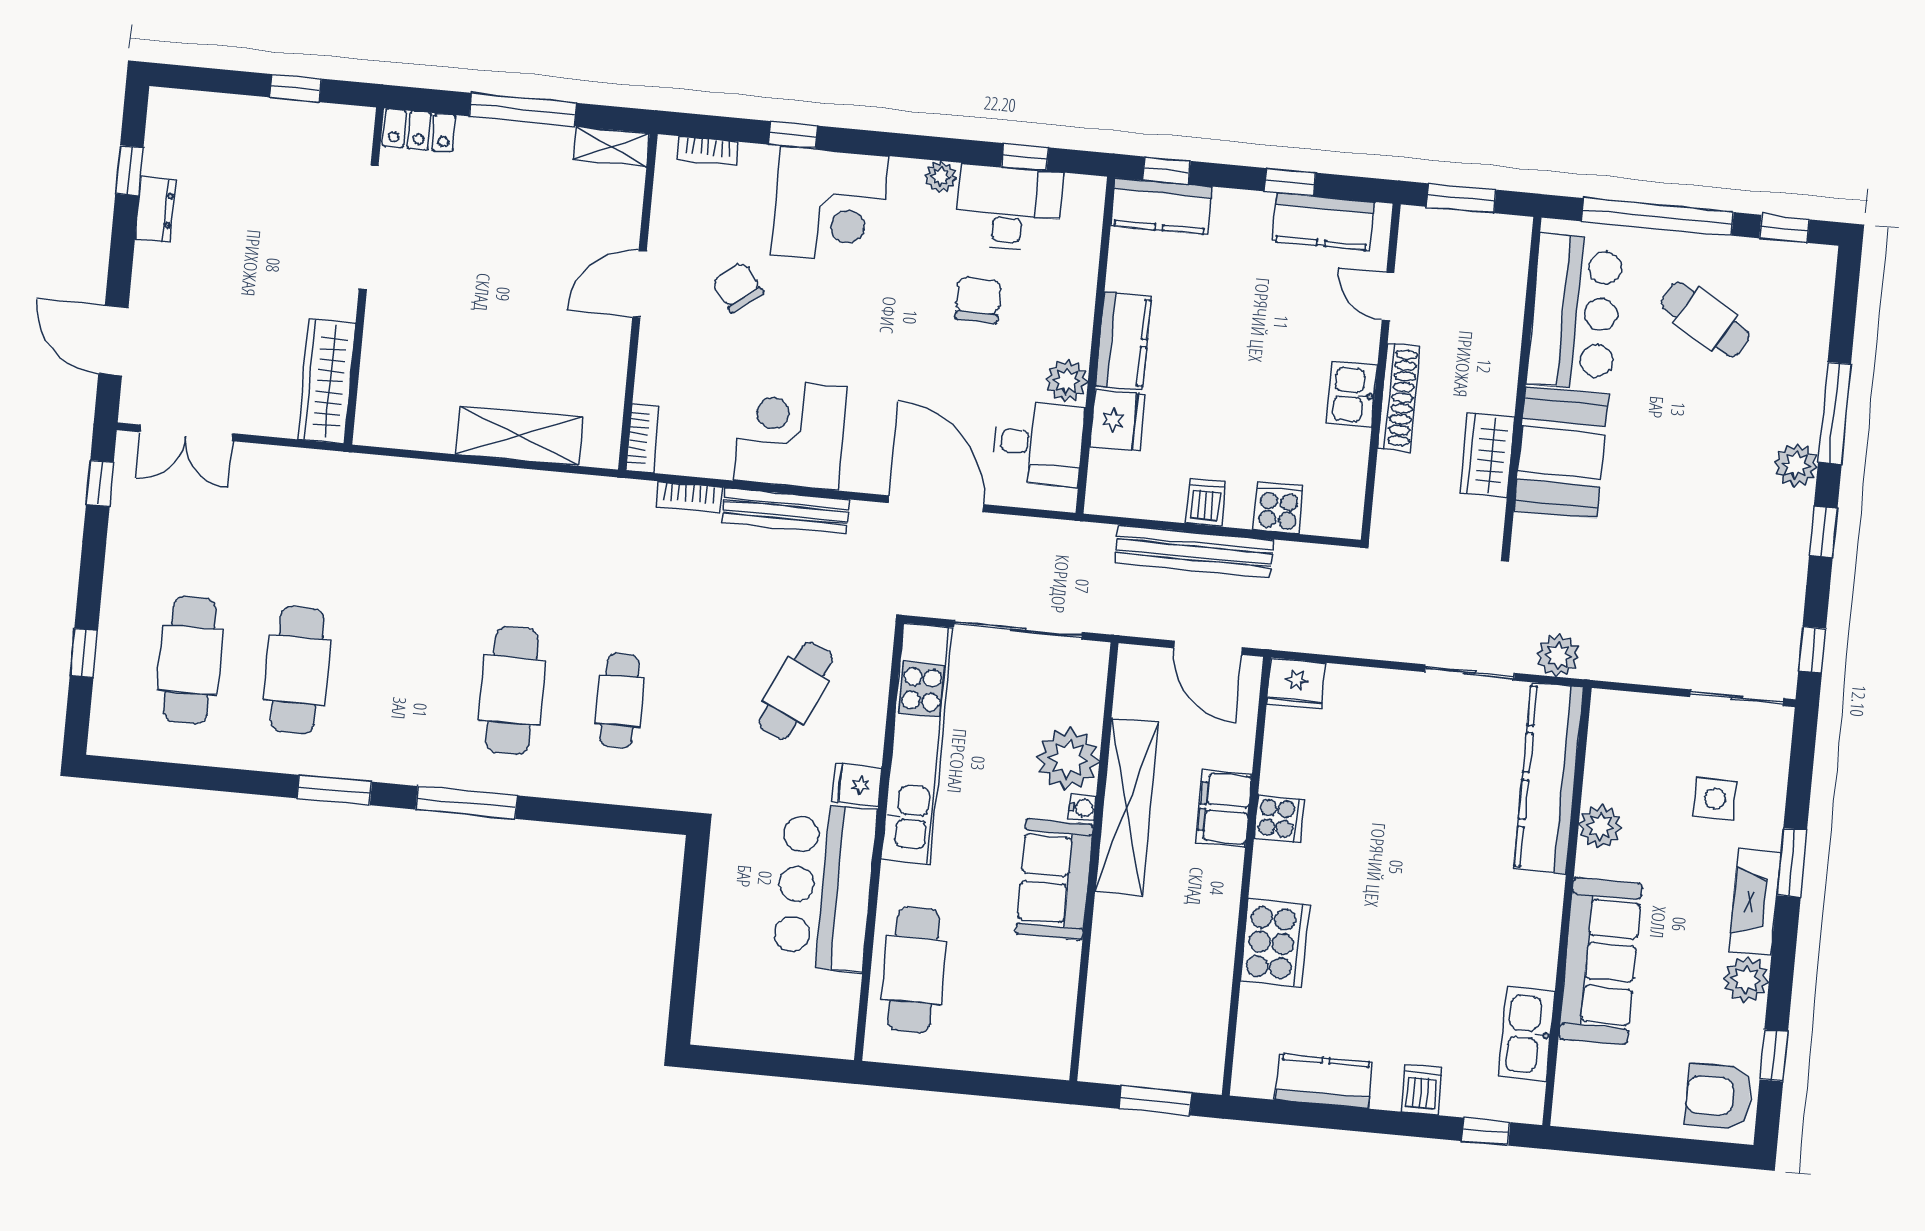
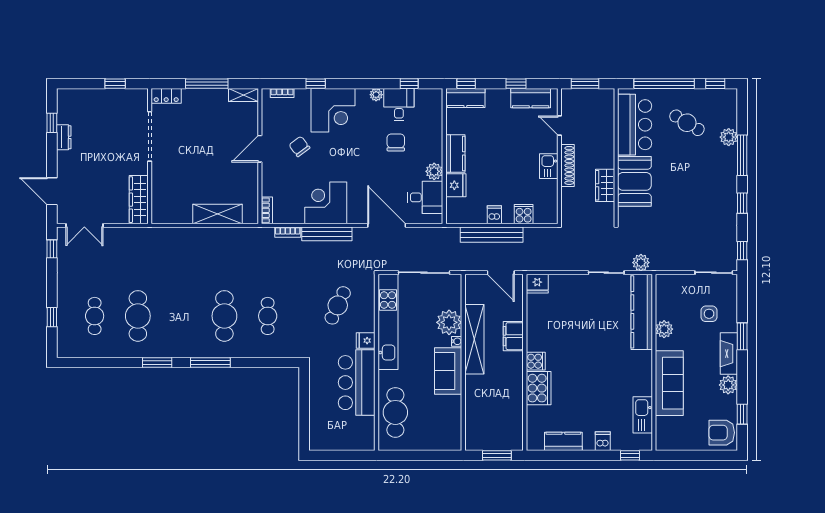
desk: (1009, 208) -> (399, 105), width x0.73
plant: (1796, 465) -> (729, 137), moved
cafe table: (190, 660) -> (95, 316), width x0.73, depth x0.74
cooker: (1279, 818) -> (536, 361), moved

